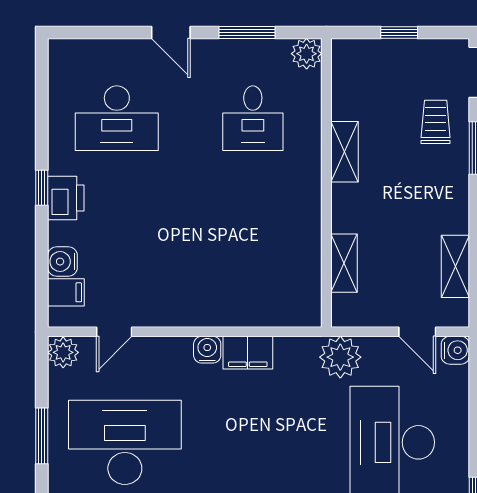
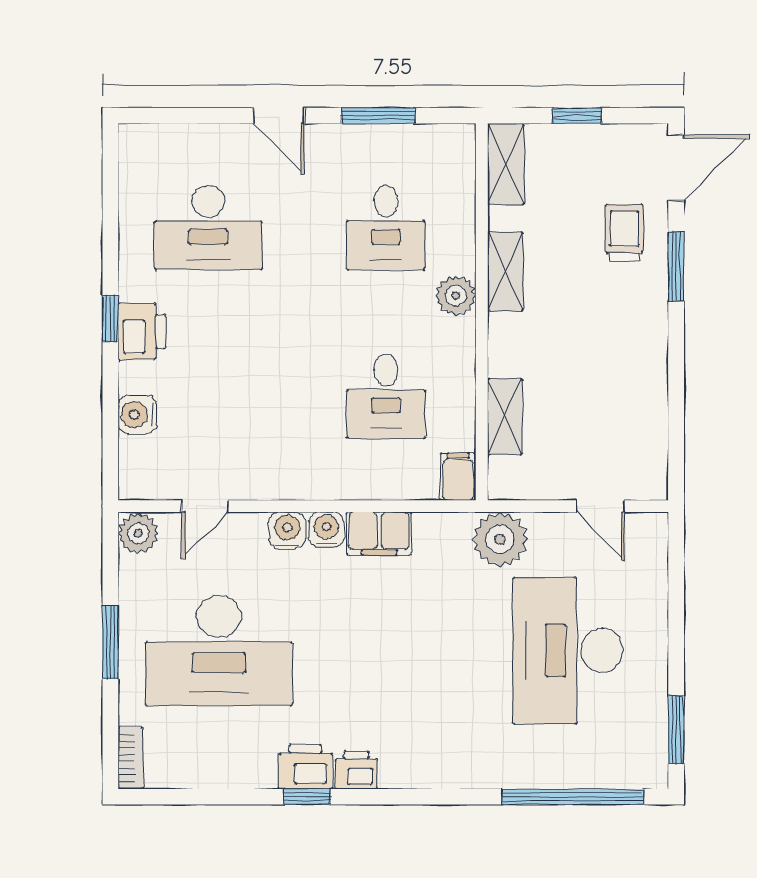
plant: (307, 54) -> (456, 296), moved
desk: (253, 247) -> (386, 396), added
shelving: (455, 266) -> (506, 164), moved
filing cabinet: (66, 292) -> (458, 477), moved, turned -90
water cooler: (455, 350) -> (287, 530), moved, turned -90
desk: (125, 442) -> (219, 651), turned 180

